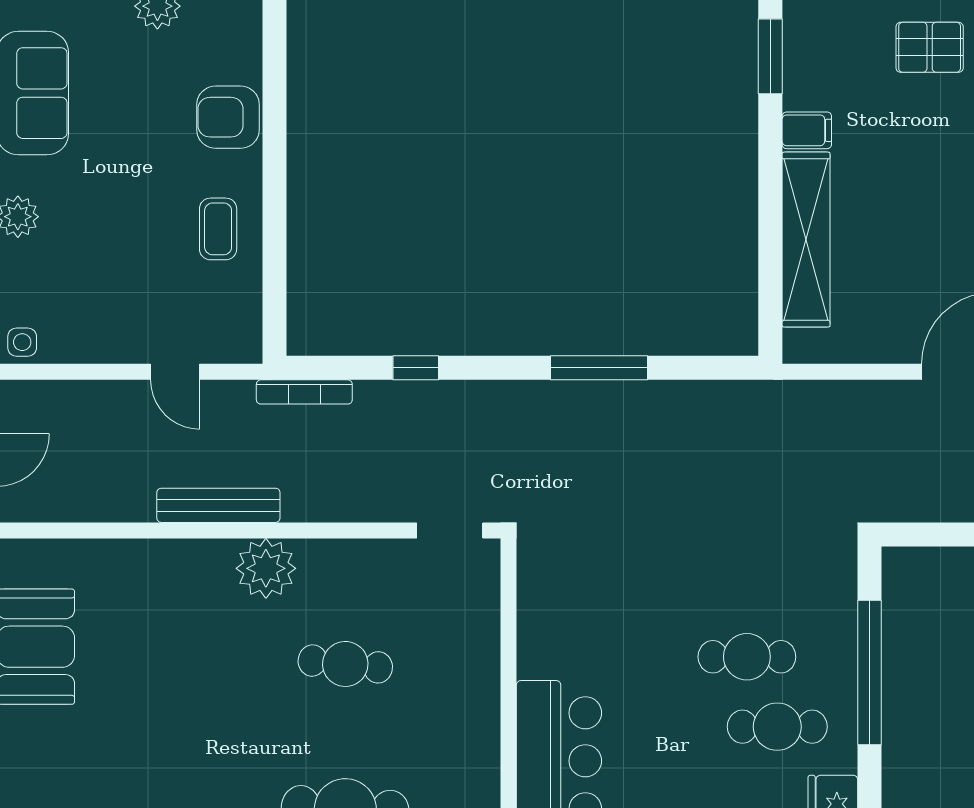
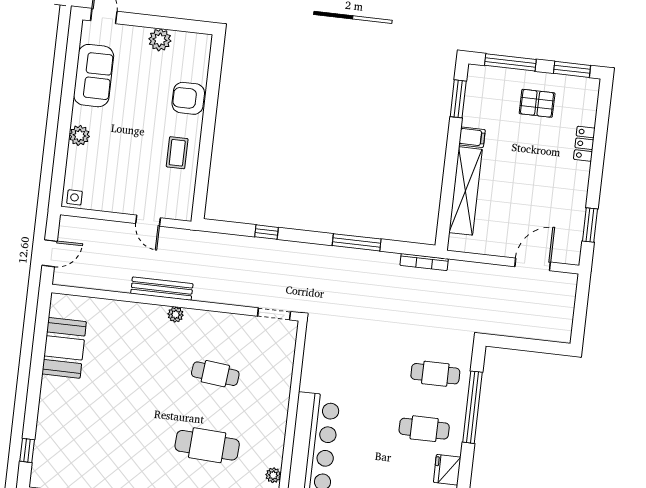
bookcase: (304, 392) -> (424, 262), moved
plant: (266, 568) -> (176, 315), width x0.53, depth x0.53
cafe table: (747, 657) -> (435, 374), moved

